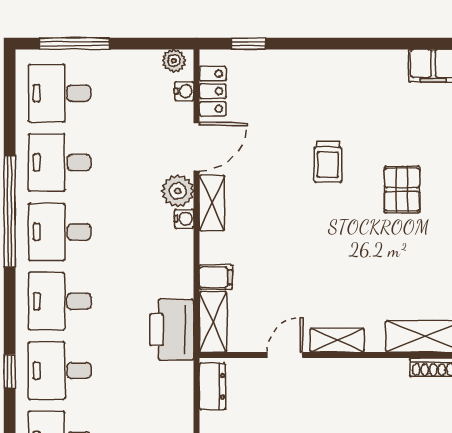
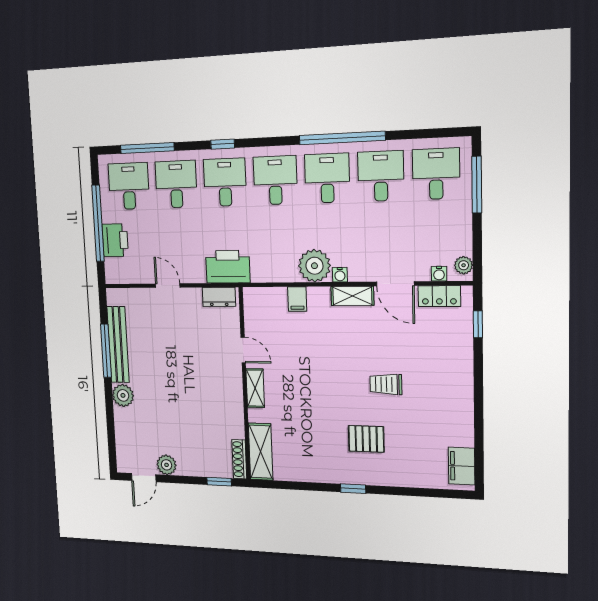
plant: (178, 191) -> (314, 266), moved, width x1.36, depth x1.36
shelving: (213, 322) -> (265, 297), removed
printer: (172, 330) -> (228, 267), moved

